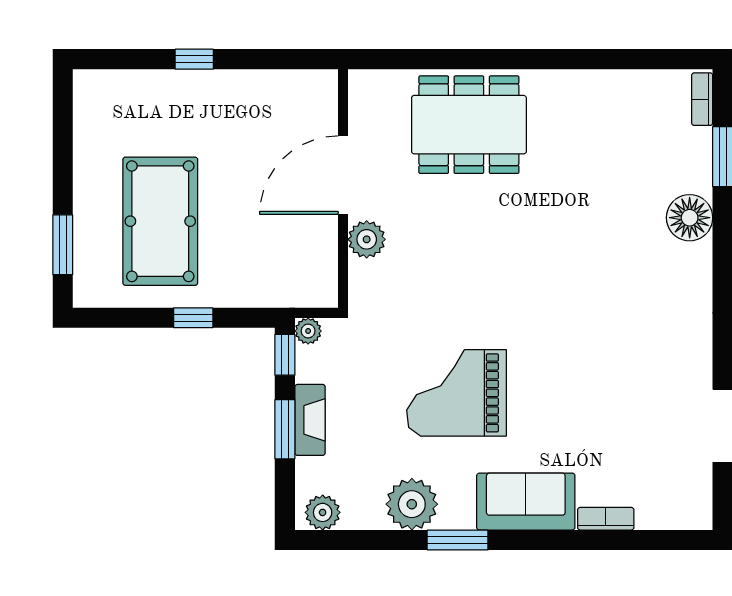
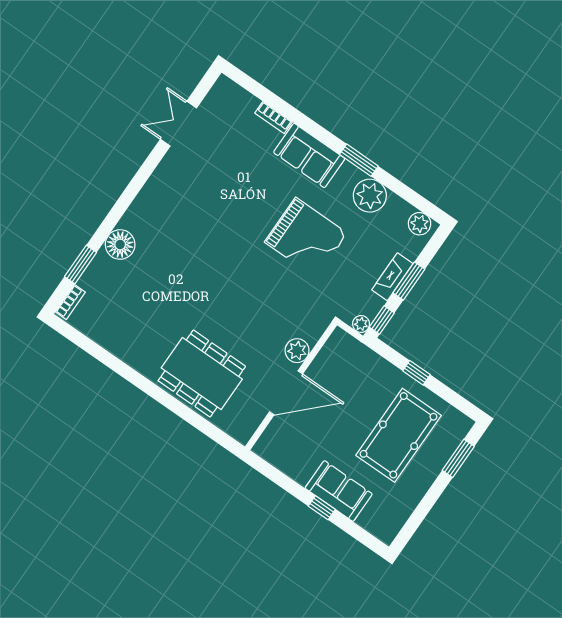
sofa: (187, 96) -> (339, 491), added

